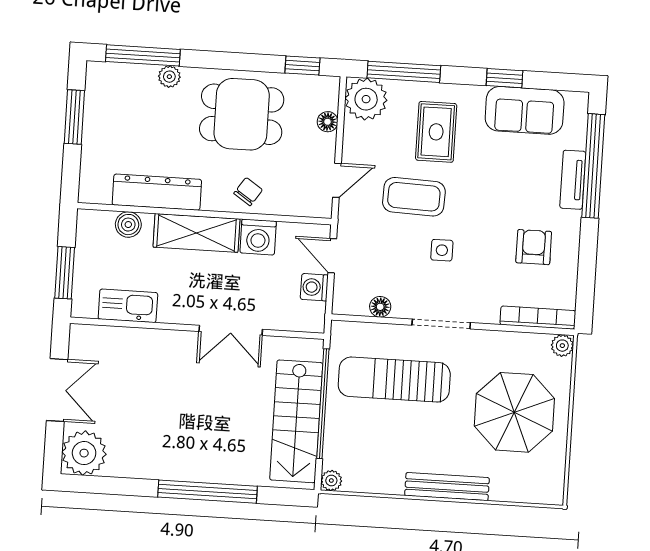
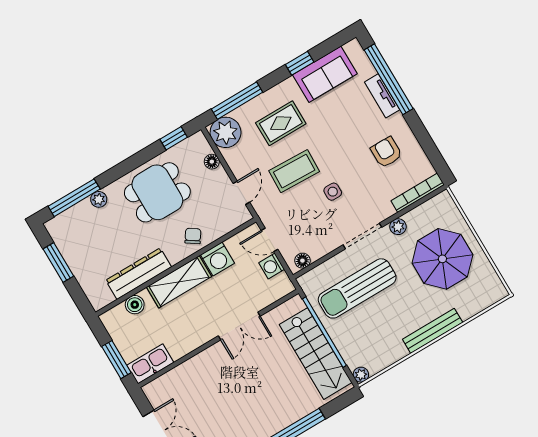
rug: (436, 132) -> (281, 123), turned 90
kitchen sink: (128, 306) -> (150, 364), moved
floor lamp: (380, 307) -> (302, 261), moved
plant: (562, 346) -> (398, 227), moved

